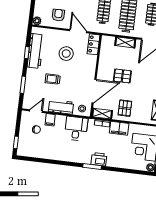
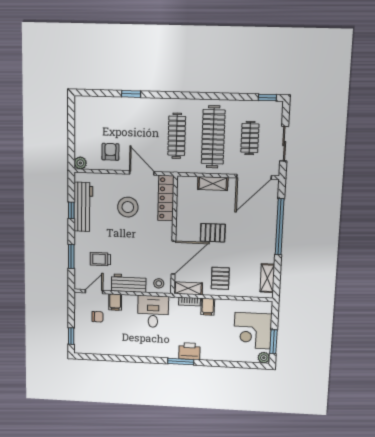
locker: (93, 44) -> (166, 198), width x1.53
trolley: (53, 79) -> (100, 259), moved
filing cabinet: (119, 128) -> (208, 307), width x0.50

